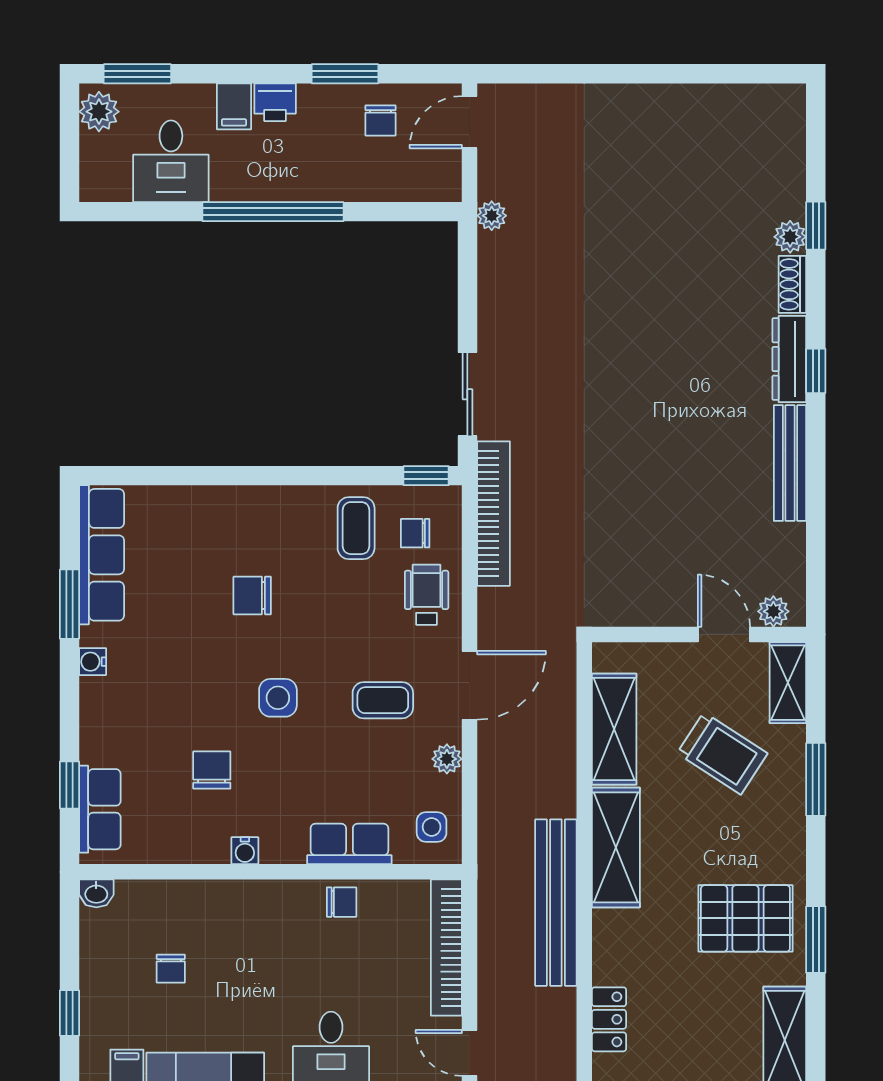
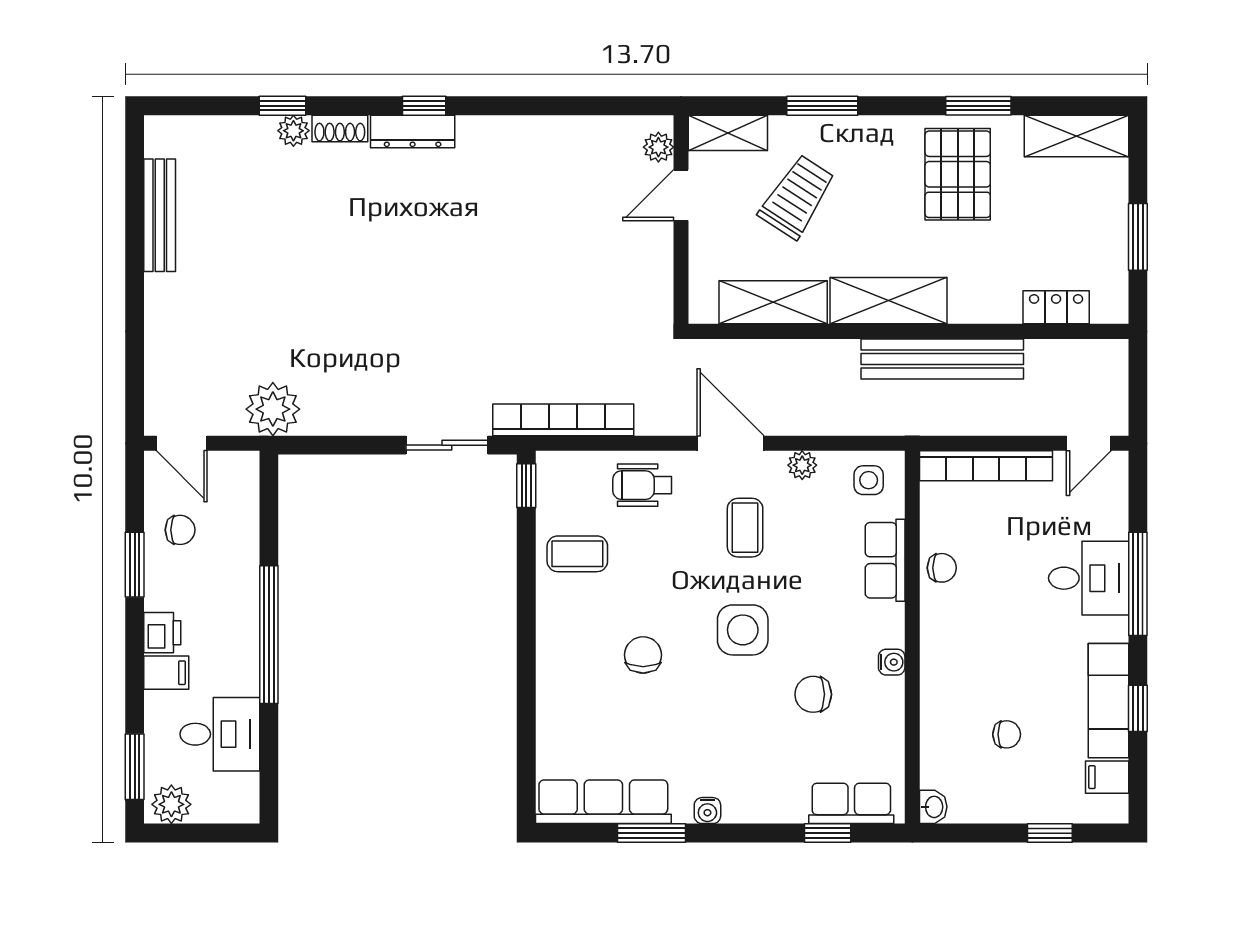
plant: (492, 216) -> (273, 409), width x1.88, depth x1.88
bench: (790, 463) -> (160, 215), moved, turned 90
chair: (415, 533) -> (582, 496), removed
chair: (252, 595) -> (643, 655), turned 180
side table: (278, 698) -> (743, 630), width x1.37, depth x1.37
chair: (342, 902) -> (942, 568), turned 90

